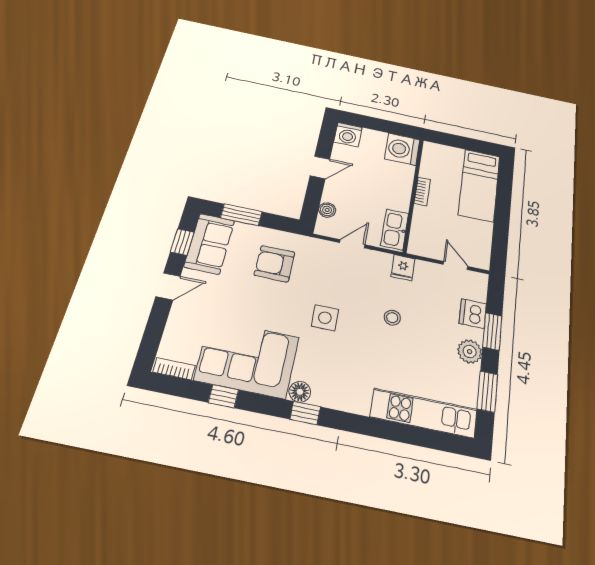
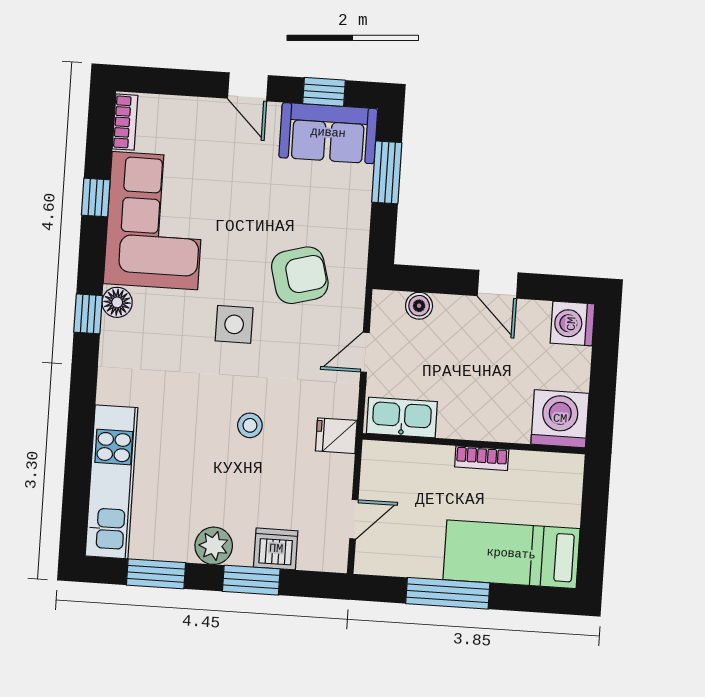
window: (502, 221) -> (448, 593), added
door: (352, 244) -> (365, 352), swing flipped
armchair: (275, 264) -> (300, 275), moved, turned 75

